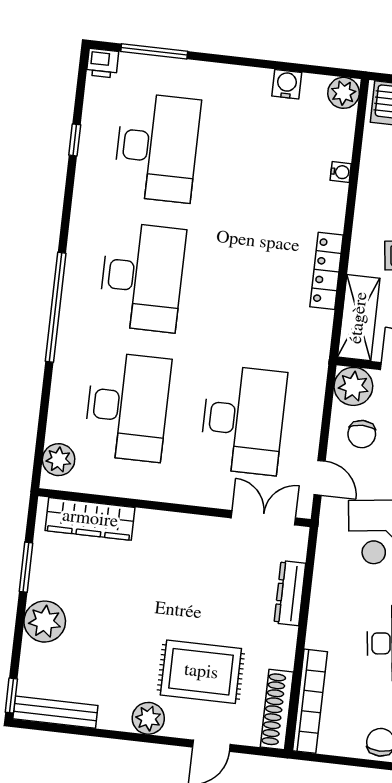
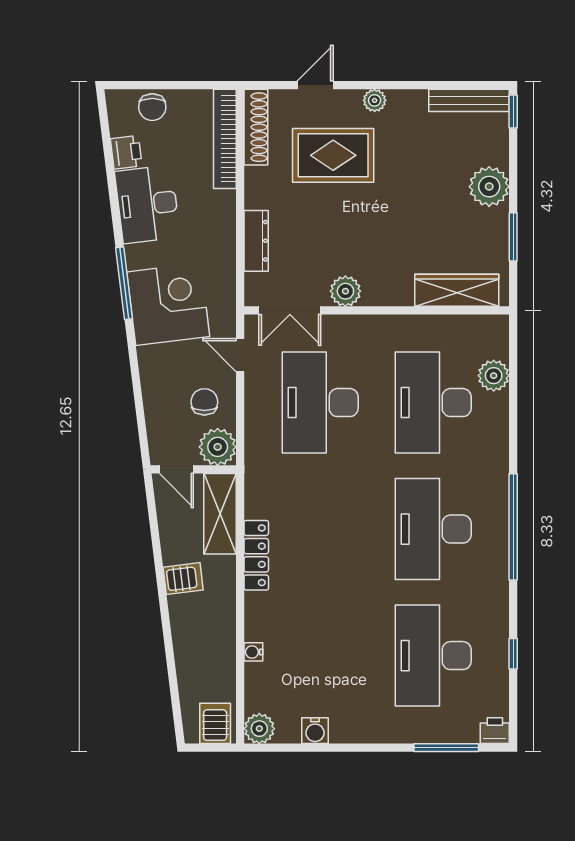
window: (56, 307) -> (513, 527), moved
plant: (59, 460) -> (494, 376), moved
plant: (204, 531) -> (345, 291), added
plant: (148, 718) -> (375, 100), width x0.73, depth x0.73

